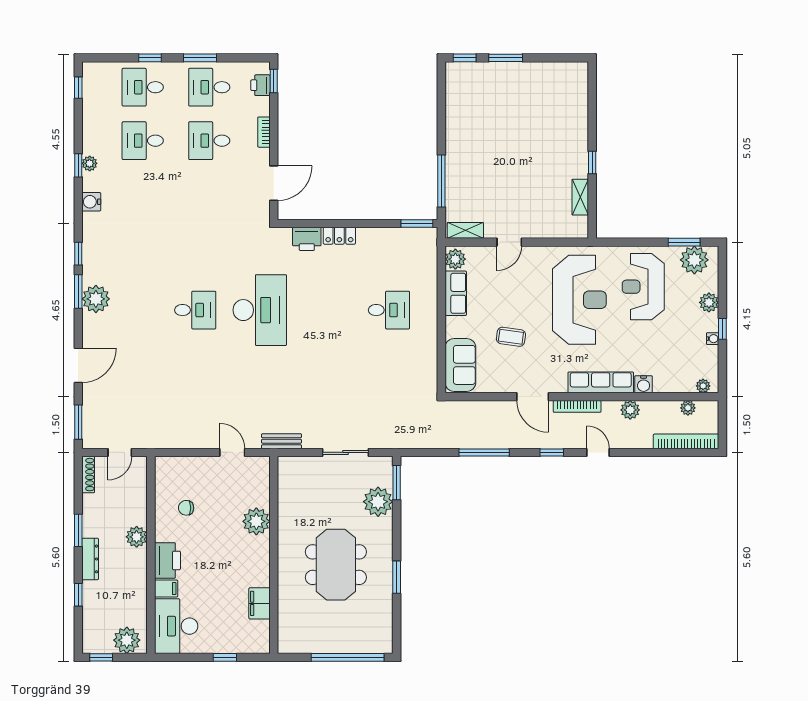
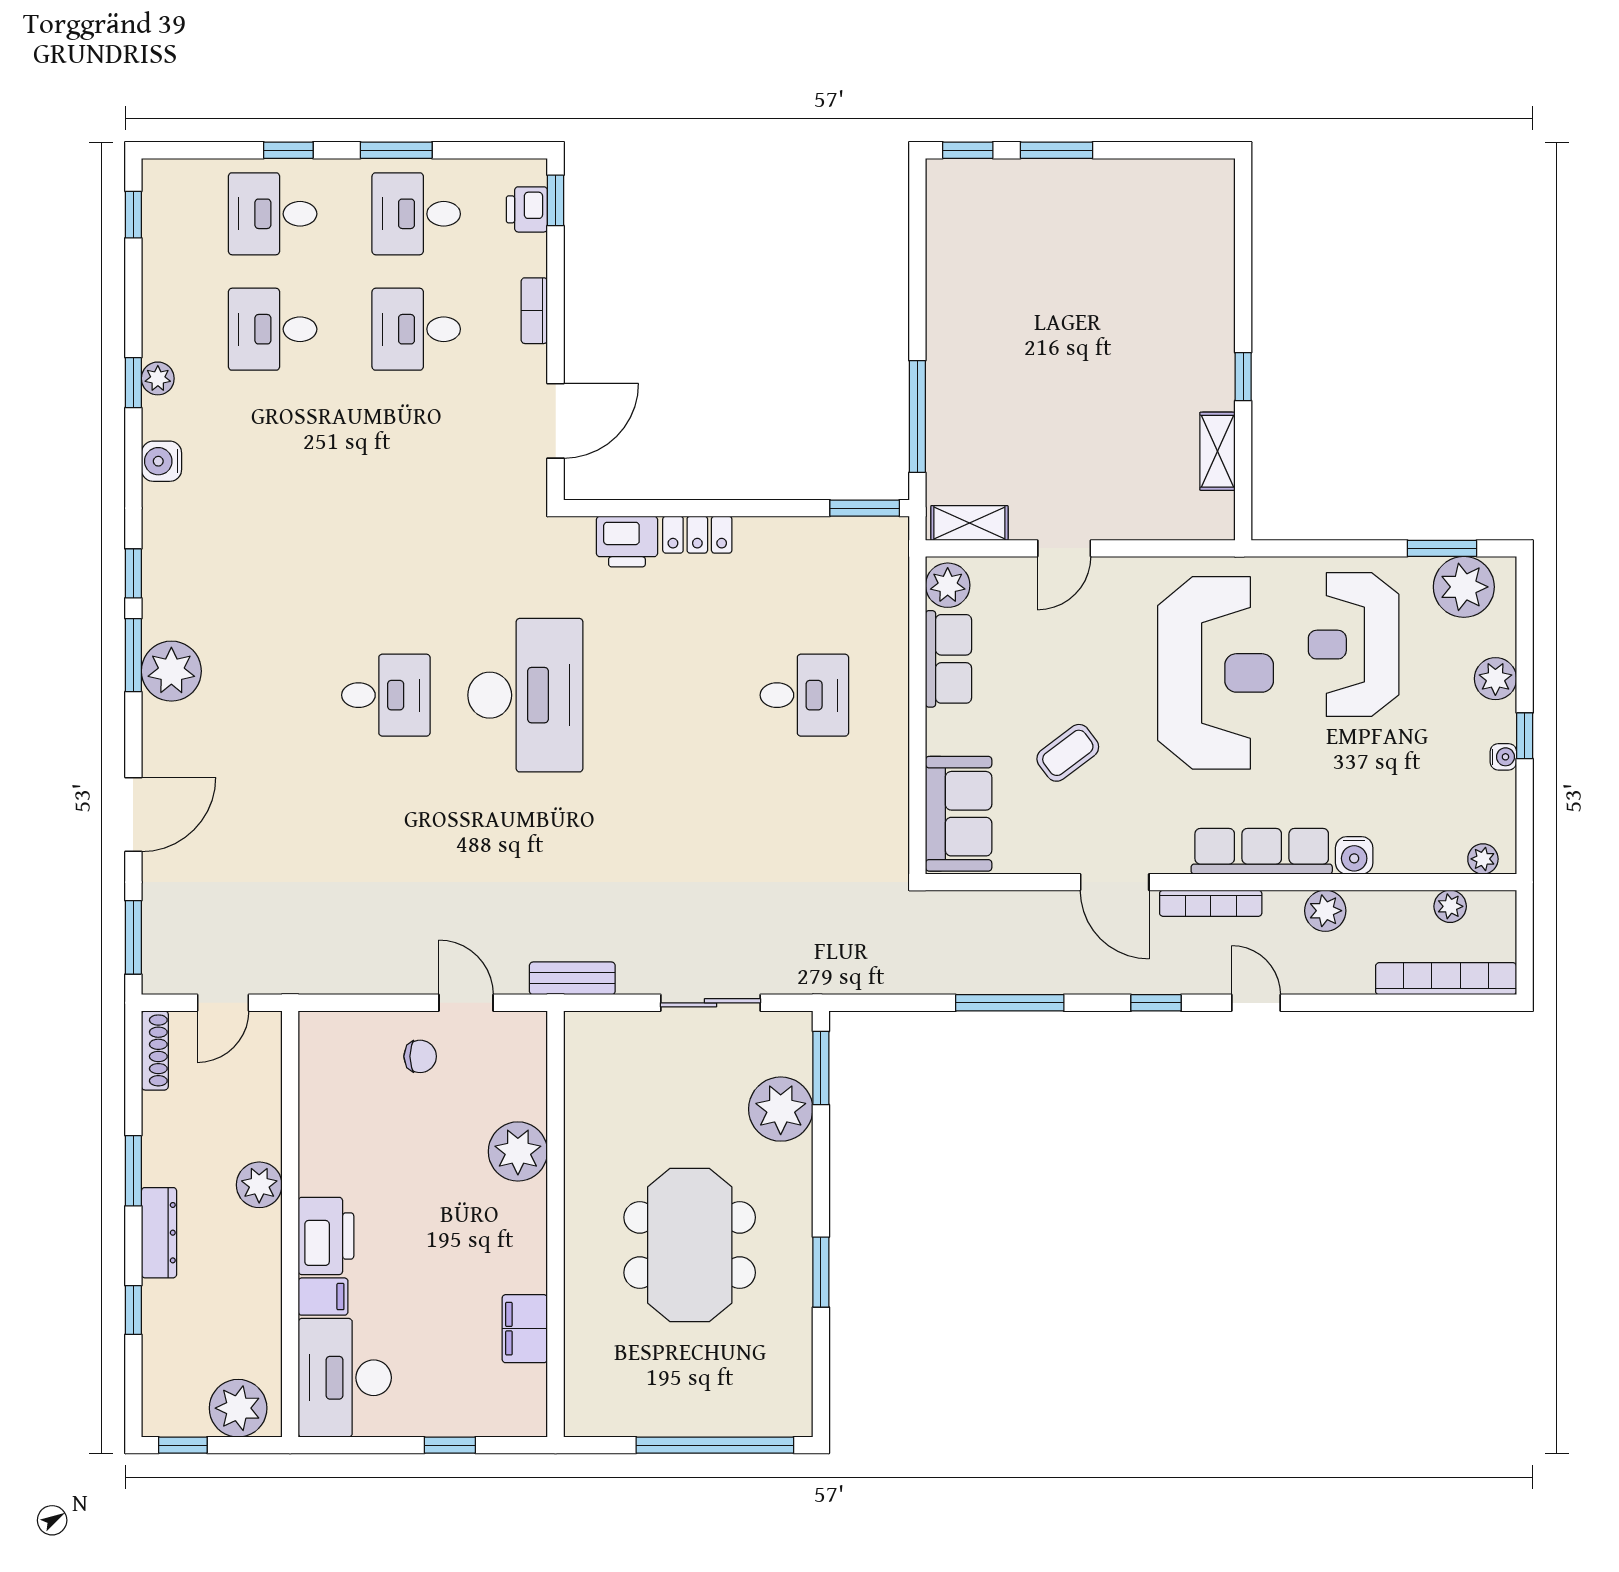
coffee table: (511, 337) -> (1068, 753), turned -45
chair: (186, 508) -> (420, 1056), moved, turned 180

